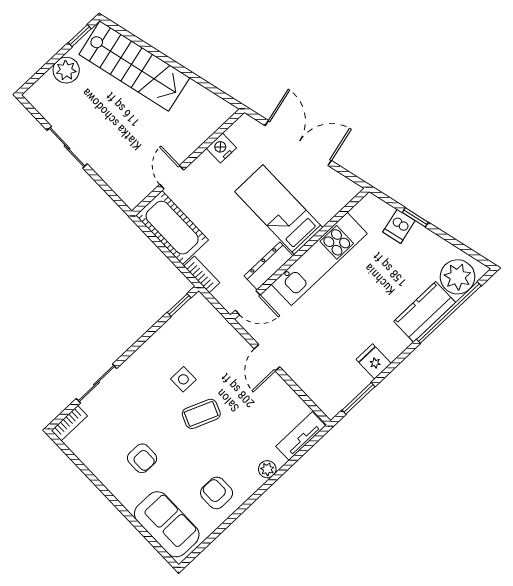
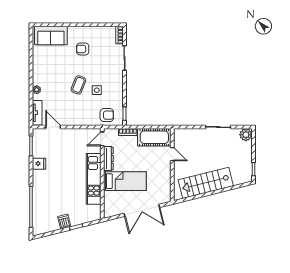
stairs: (134, 66) -> (206, 183), moved
plant: (66, 70) -> (246, 135), moved
nightstand: (221, 148) -> (166, 181), removed
dishwasher: (399, 226) -> (64, 222), moved
plant: (458, 277) -> (41, 222), removed
kitchen counter: (425, 312) -> (39, 198), removed
door: (267, 358) -> (53, 127), moved
armchair: (217, 493) -> (107, 115), moved

